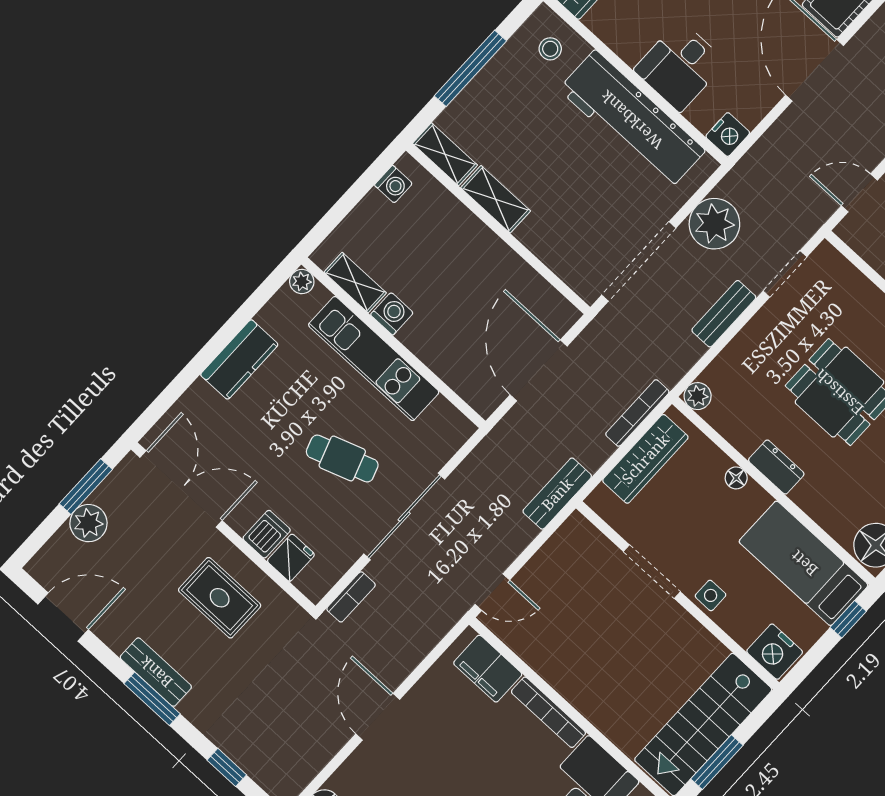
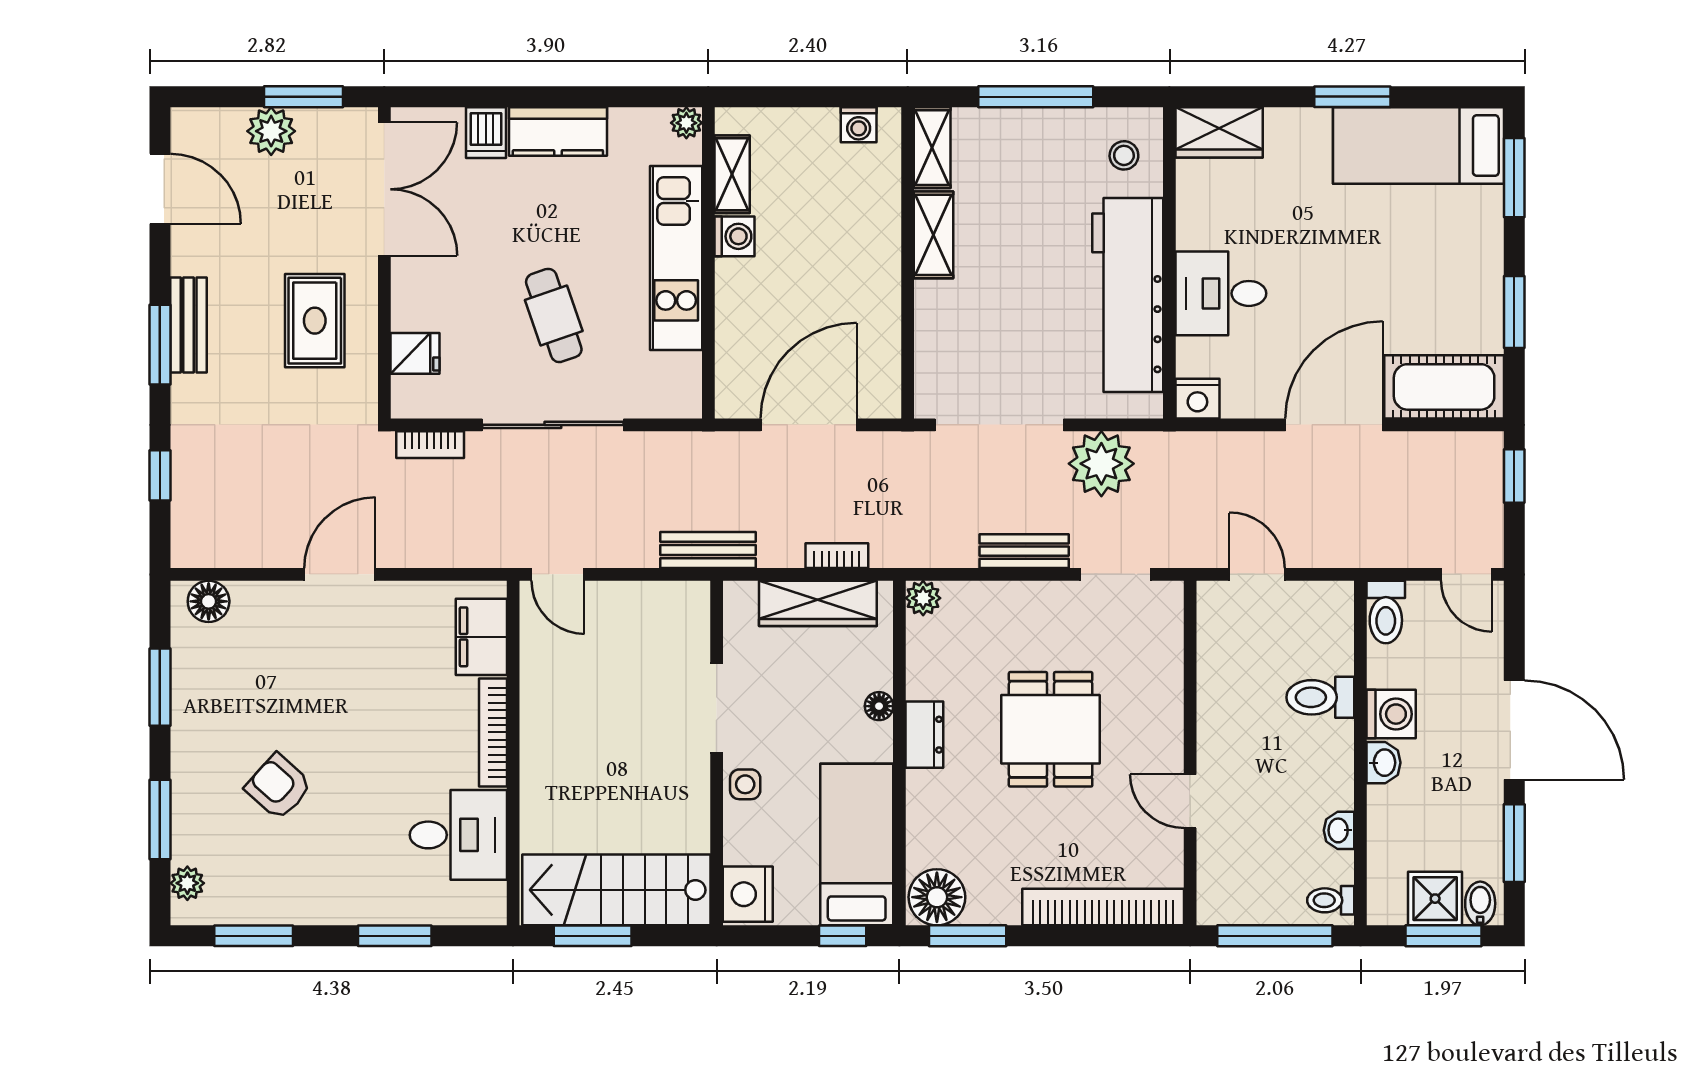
bookcase: (637, 413) -> (837, 556), width x0.64
dishwasher: (267, 534) -> (486, 133), moved, turned 90

